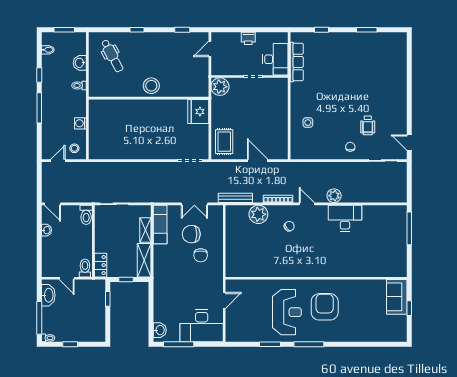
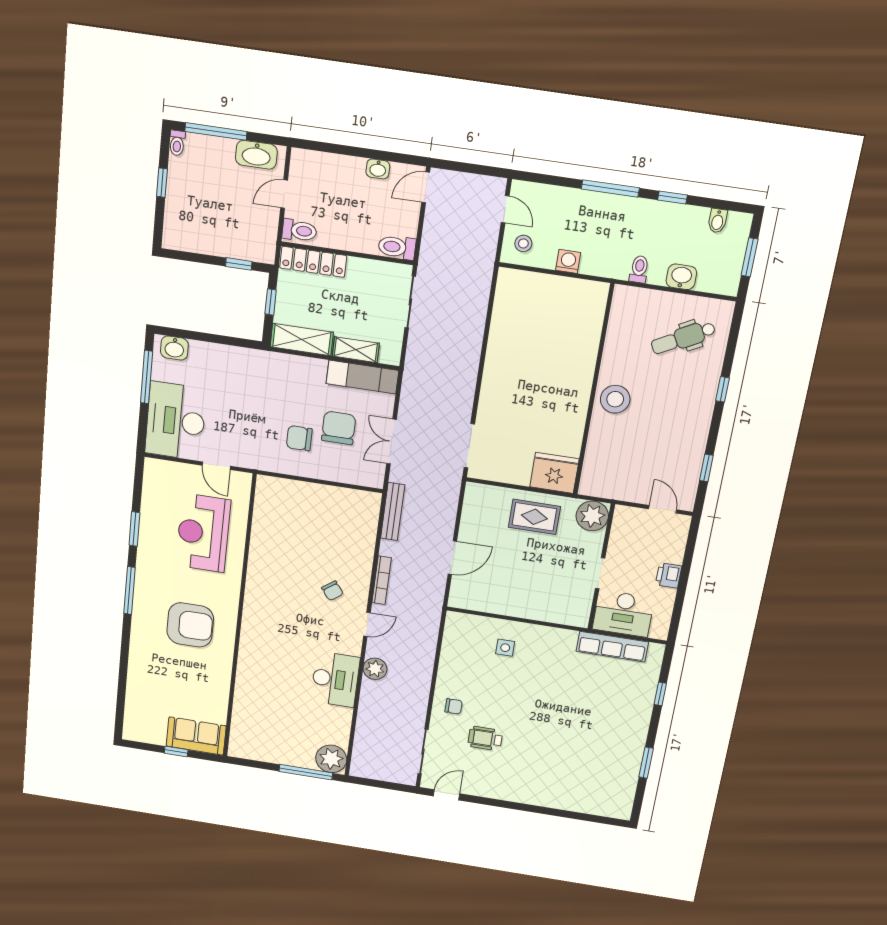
rug: (224, 142) -> (534, 517), moved
plant: (258, 214) -> (331, 759), moved
locker: (101, 265) -> (313, 262), width x1.53
reception desk: (287, 312) -> (203, 533), moved, turned 90

